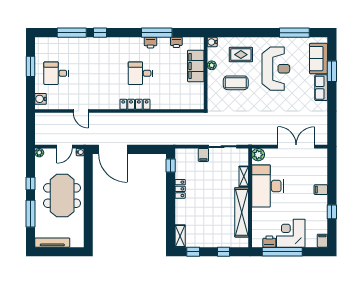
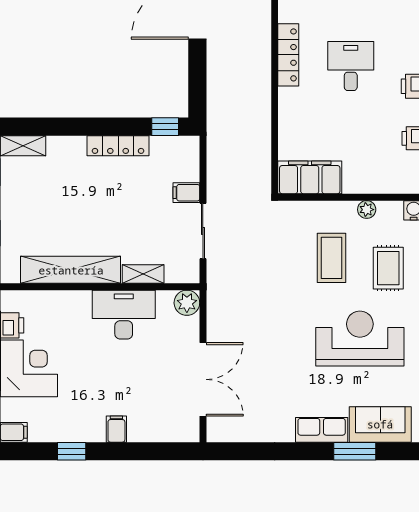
filing cabinet: (196, 66) -> (310, 177), moved
reception desk: (276, 69) -> (360, 338), turned 180
desk: (268, 186) -> (124, 315), width x0.73, depth x0.77
locker: (180, 189) -> (118, 146), width x1.53

